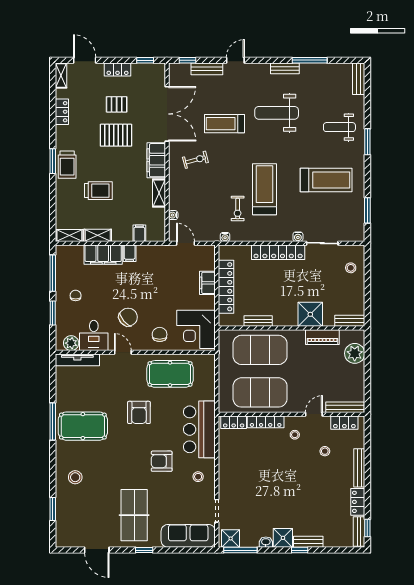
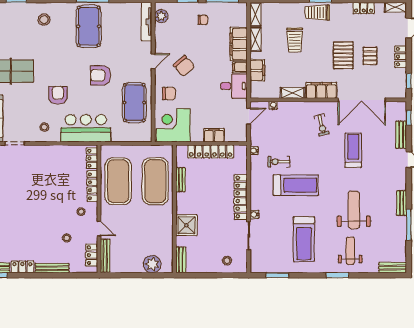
weight bench: (277, 113) -> (354, 210), moved
filing cabinet: (139, 233) -> (257, 70), width x2.00
desk: (94, 335) -> (234, 86), moved, turned 180
piano: (322, 337) -> (166, 236), removed

